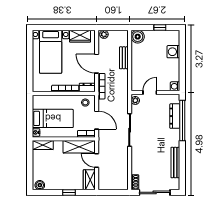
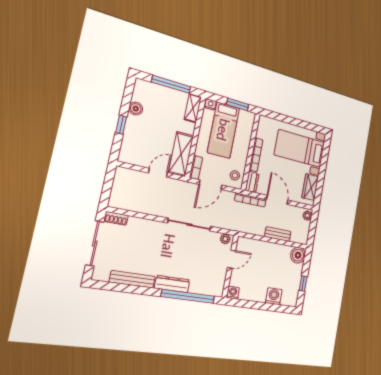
door: (97, 64) -> (277, 200), hinge flipped
door: (150, 92) -> (232, 259), hinge flipped
window: (30, 111) -> (238, 104), added
dresser: (175, 116) -> (172, 284), moved
window: (30, 164) -> (171, 84), added
wardrobe: (89, 180) -> (133, 157), removed
boiler: (40, 185) -> (136, 109), moved

